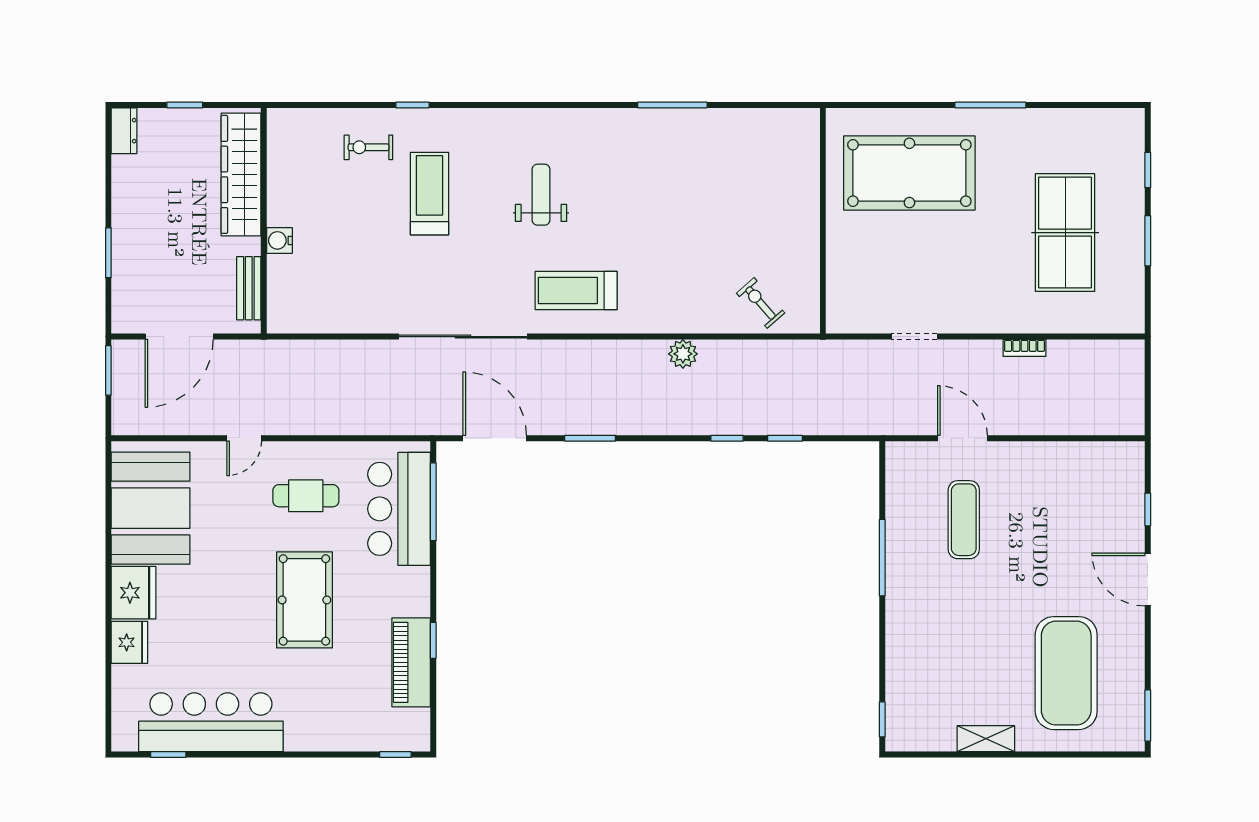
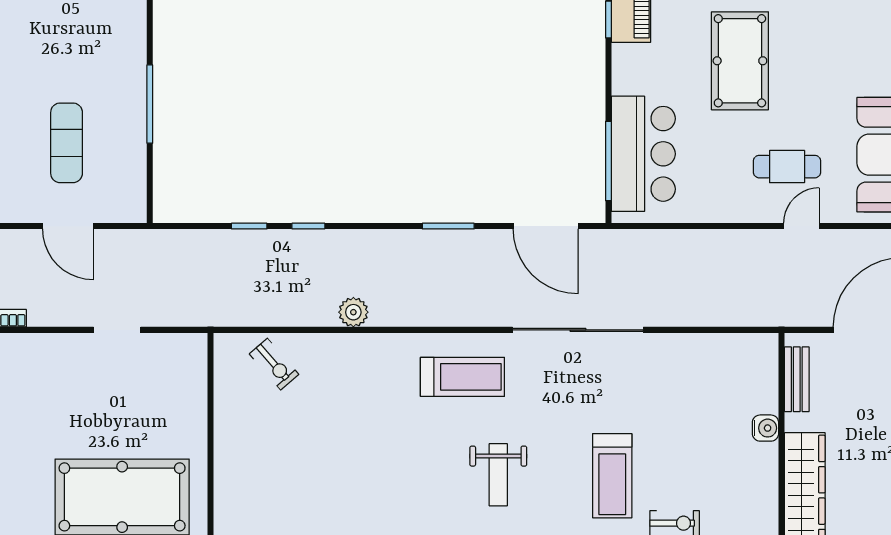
cafe table: (306, 496) -> (787, 167), moved

